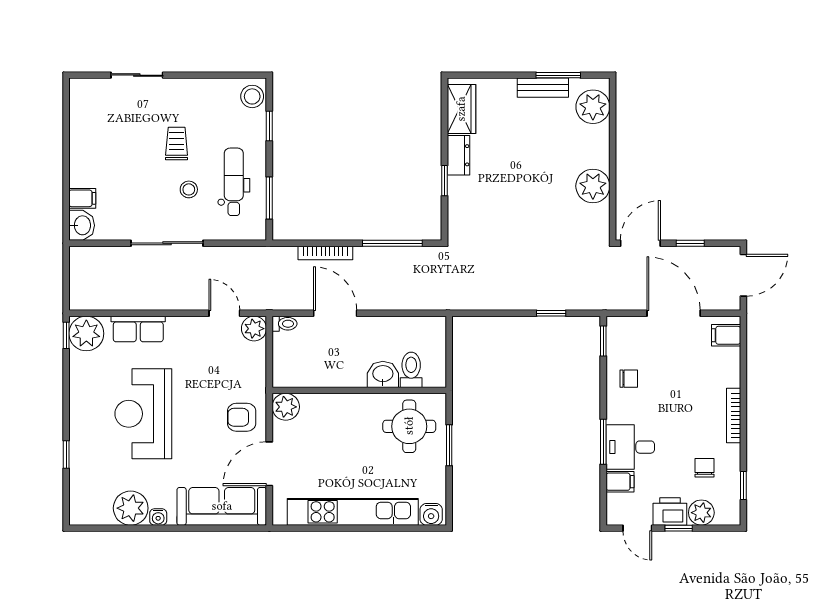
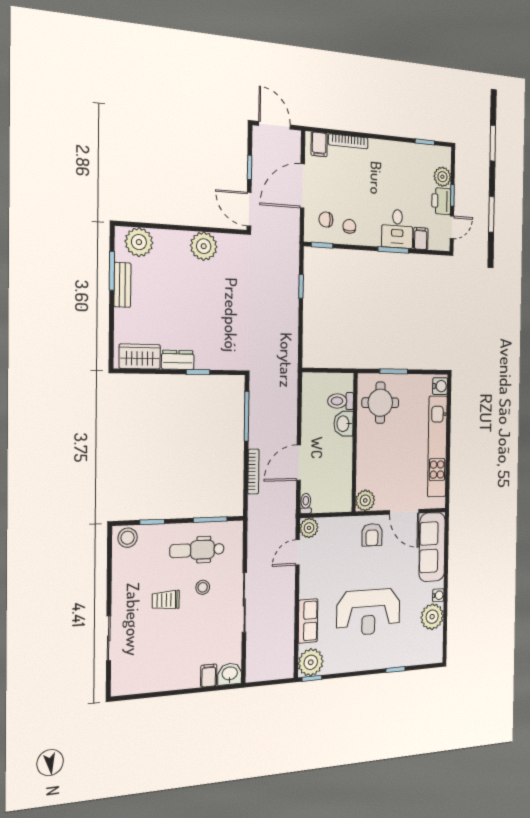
bookcase: (734, 416) -> (348, 141), moved
chair: (704, 468) -> (326, 220), moved

